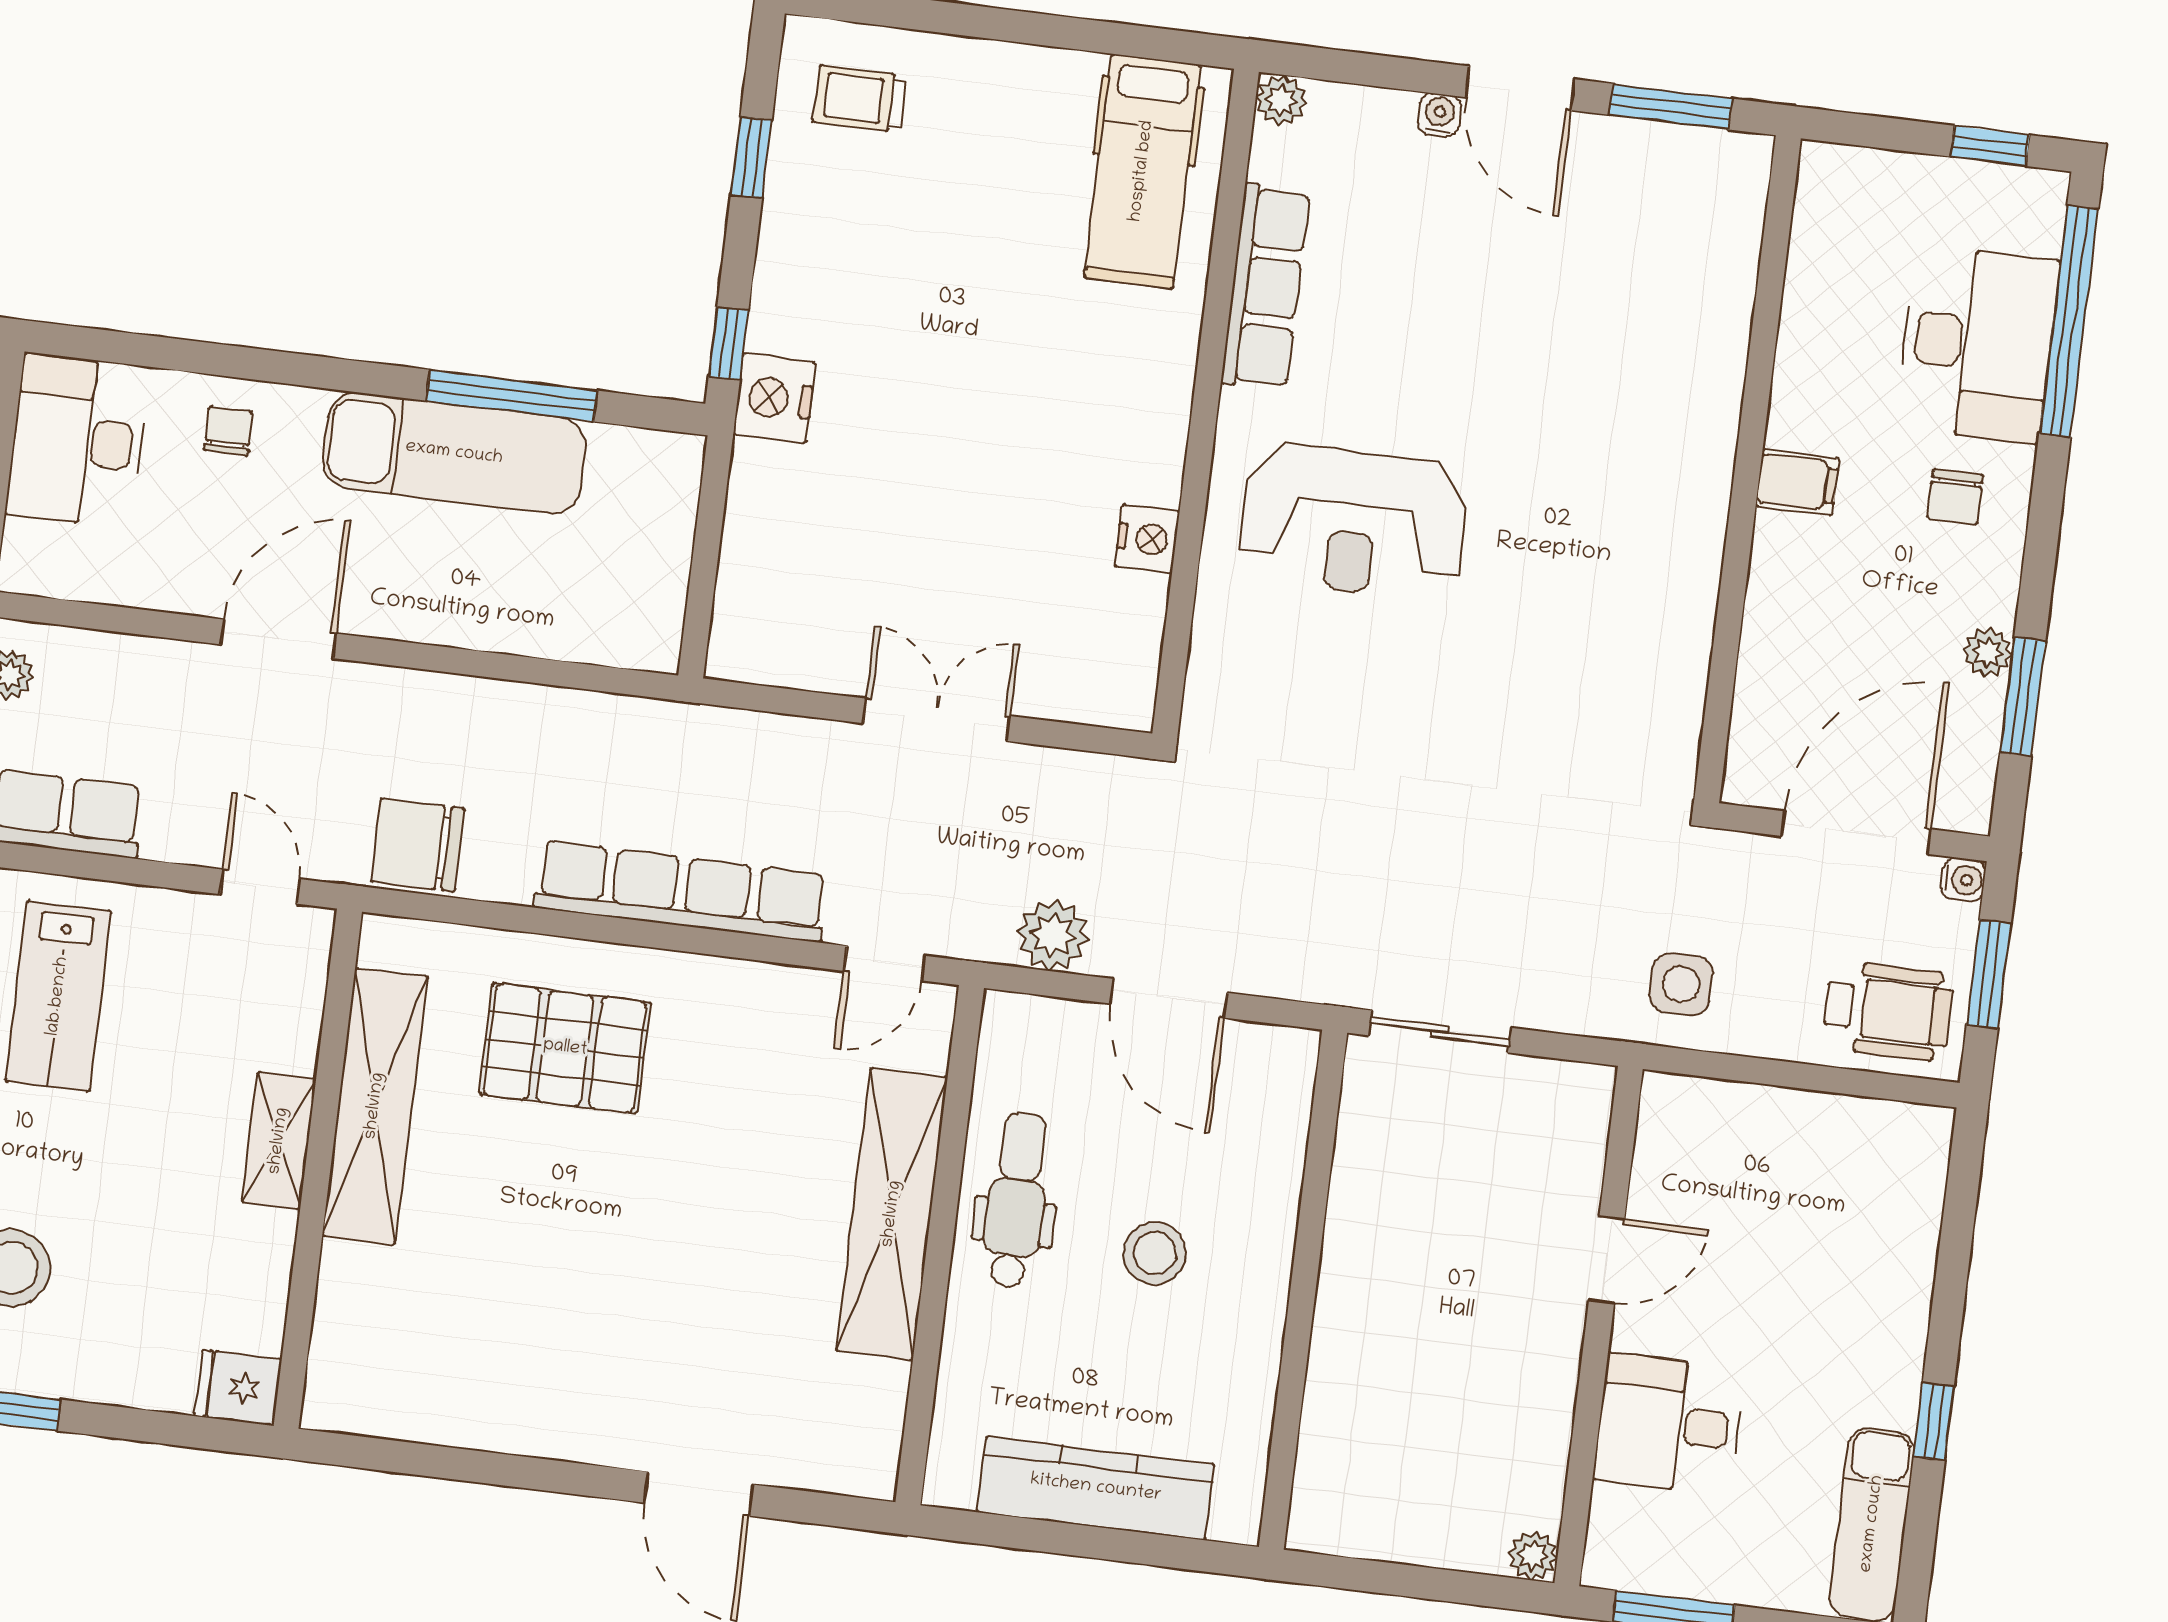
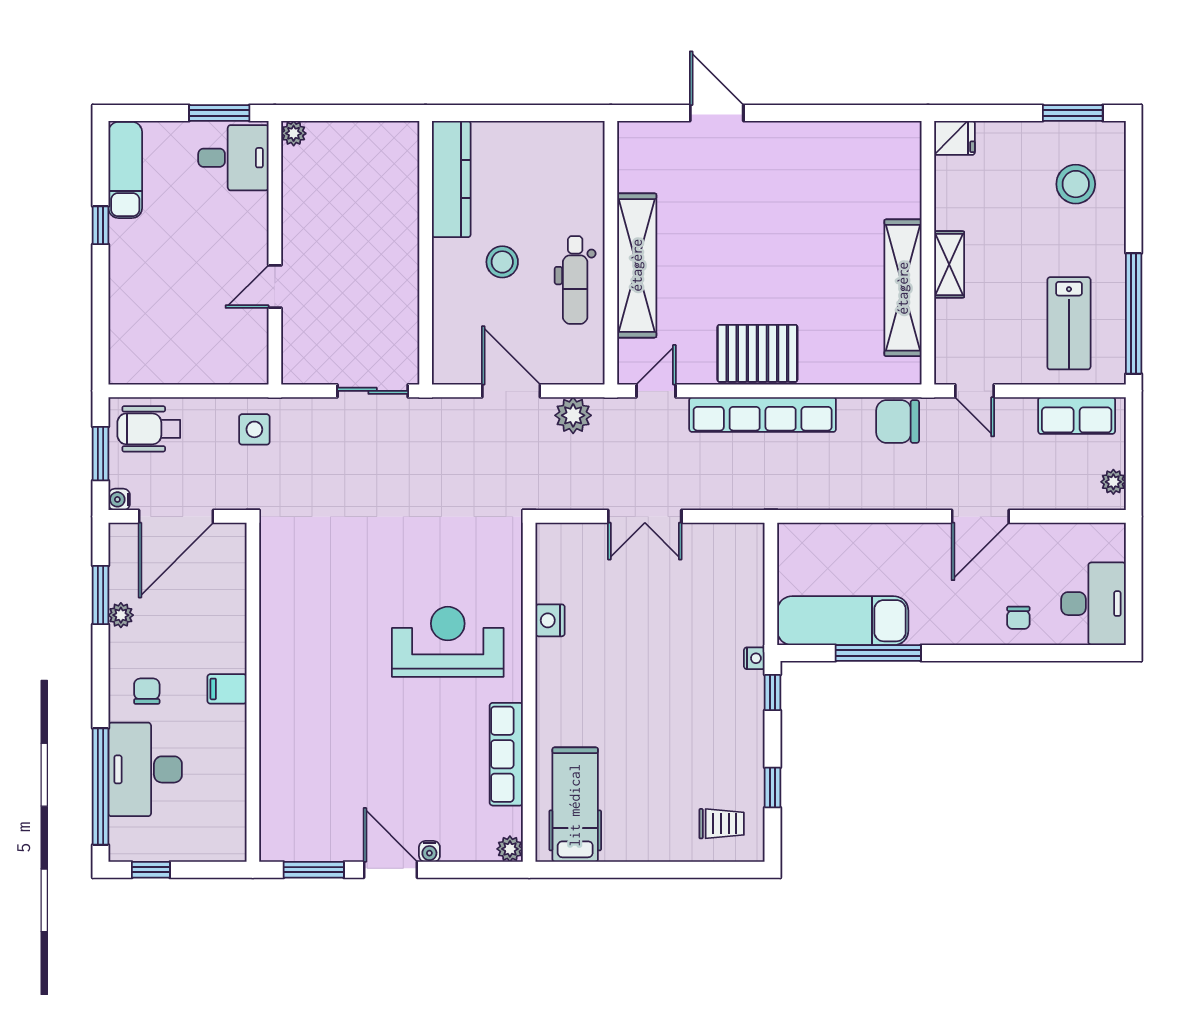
nightstand: (774, 398) -> (754, 658), width x0.53, depth x0.56
exam couch: (454, 453) -> (843, 621), moved
chair: (418, 845) -> (898, 422), turned 180
lab bench: (58, 996) -> (1069, 323), turned 180
pallet: (565, 1048) -> (757, 353), moved
desk: (1669, 1424) -> (233, 158), moved
kitchen counter: (1096, 1488) -> (451, 179), moved, turned -90

